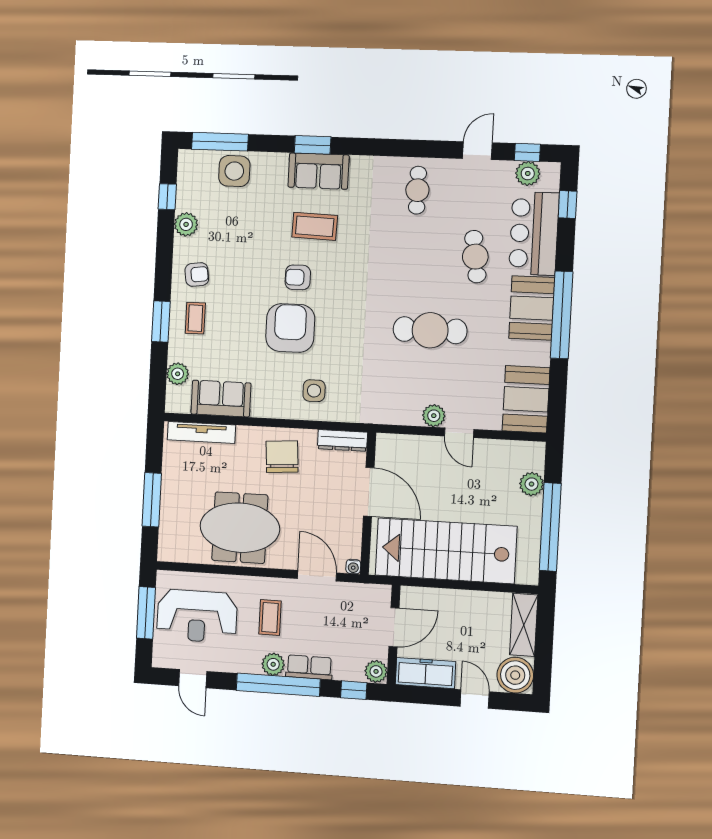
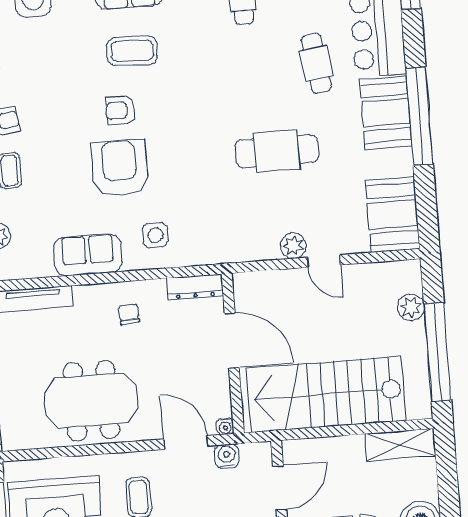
sofa: (221, 399) -> (88, 255), moved
chair: (282, 457) -> (129, 314), width x0.54, depth x0.54
water cooler: (351, 593) -> (227, 456), added
shelving: (524, 625) -> (400, 445), moved, turned 90

